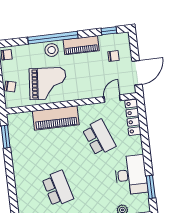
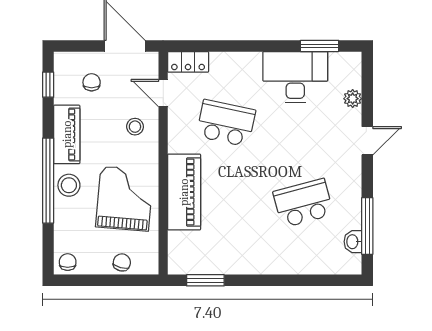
stool: (91, 85) -> (135, 127), added
locker: (133, 117) -> (188, 62), width x0.66
school desk: (99, 138) -> (226, 123), turned 33

